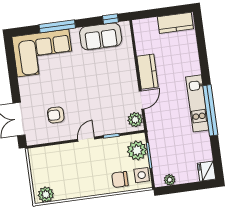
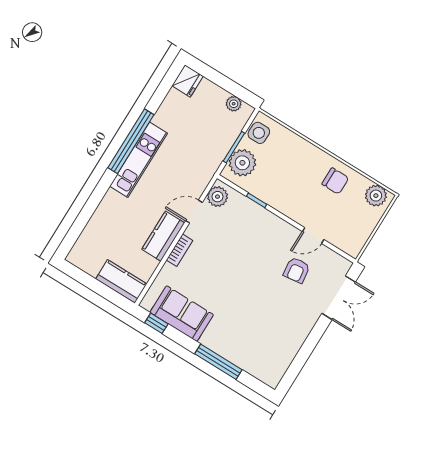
kitchen counter: (175, 23) -> (121, 281), moved
corner sofa: (43, 53) -> (256, 346), removed
bookcase: (132, 71) -> (180, 250), added
armchair: (56, 115) -> (297, 270), turned 83
door: (86, 139) -> (313, 235), moved
chair: (120, 179) -> (335, 181), moved

